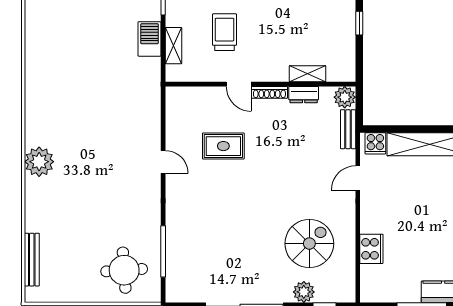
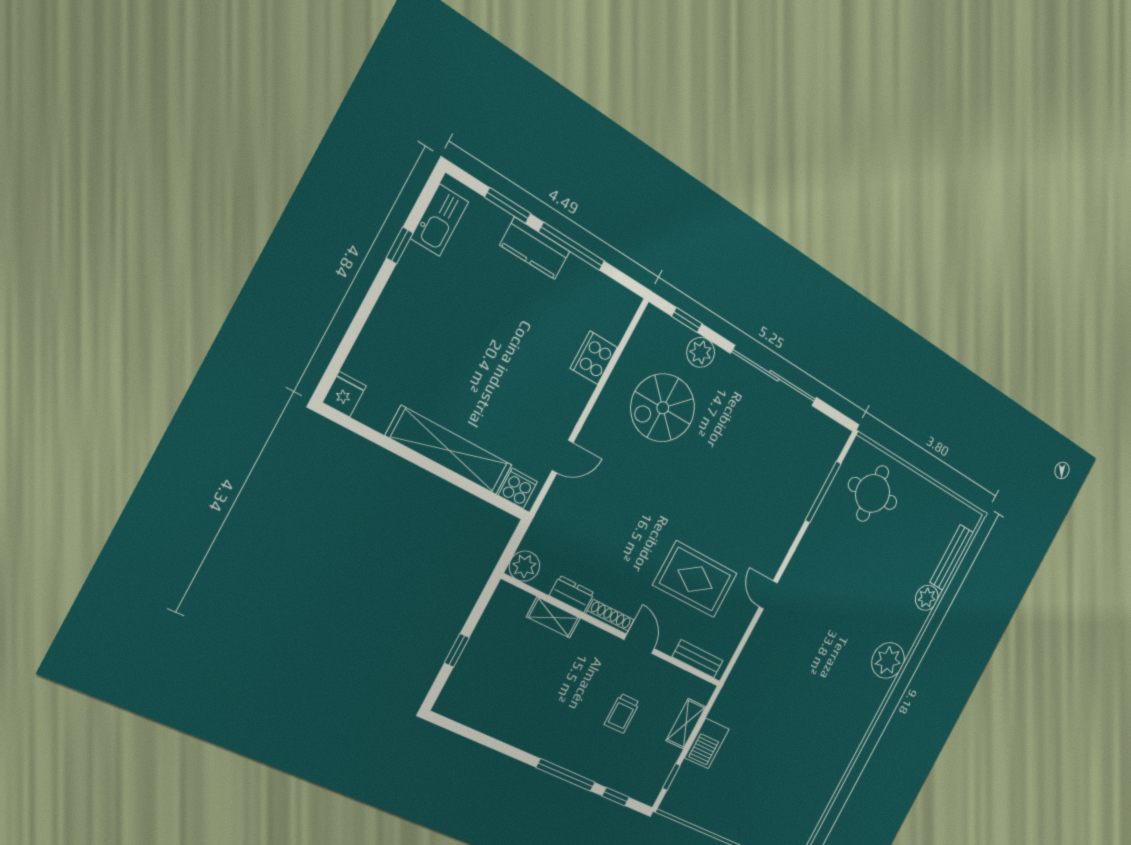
trolley: (225, 32) -> (622, 713), width x0.73, depth x0.72
bench: (348, 129) -> (698, 659), moved, turned 90
rug: (223, 146) -> (695, 579), width x1.36, depth x1.43
plant: (35, 221) -> (927, 598), added

